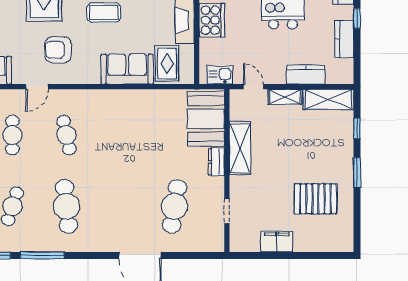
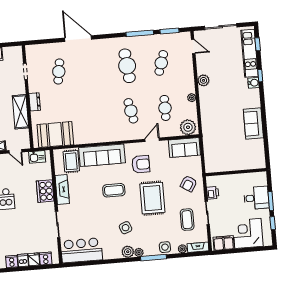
sofa: (127, 69) -> (102, 155), width x1.36
booth: (206, 119) -> (55, 135), moved, turned 90
cafe table: (175, 206) -> (59, 72), width x0.73, depth x0.74

